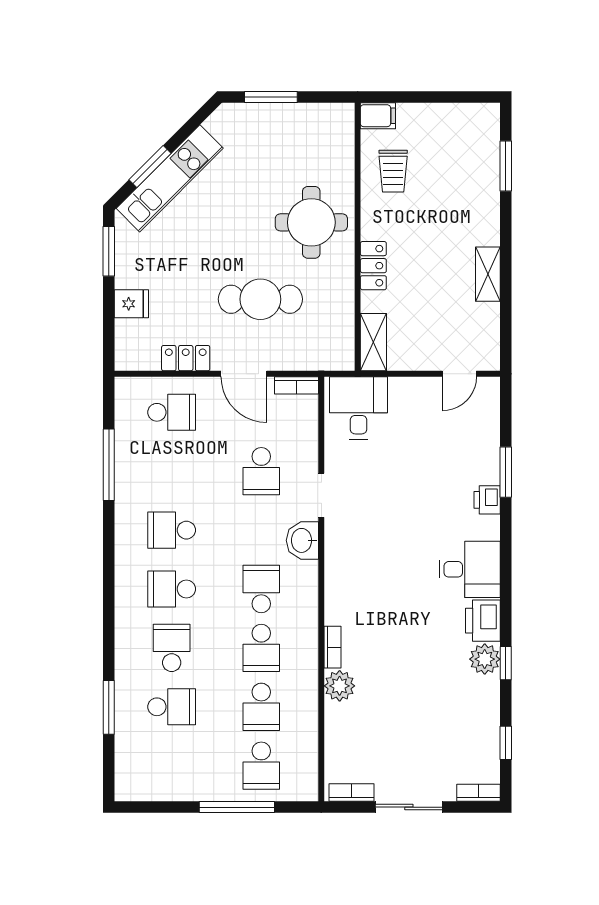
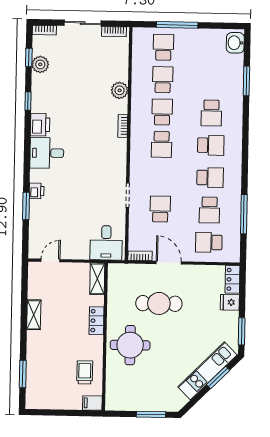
locker: (186, 358) -> (233, 279), moved, turned 90
washbasin: (302, 540) -> (235, 43), moved, turned 180
bookcase: (332, 647) -> (123, 126), moved
plant: (485, 659) -> (40, 64), moved
school desk: (172, 707) -> (209, 210), moved, turned -90

